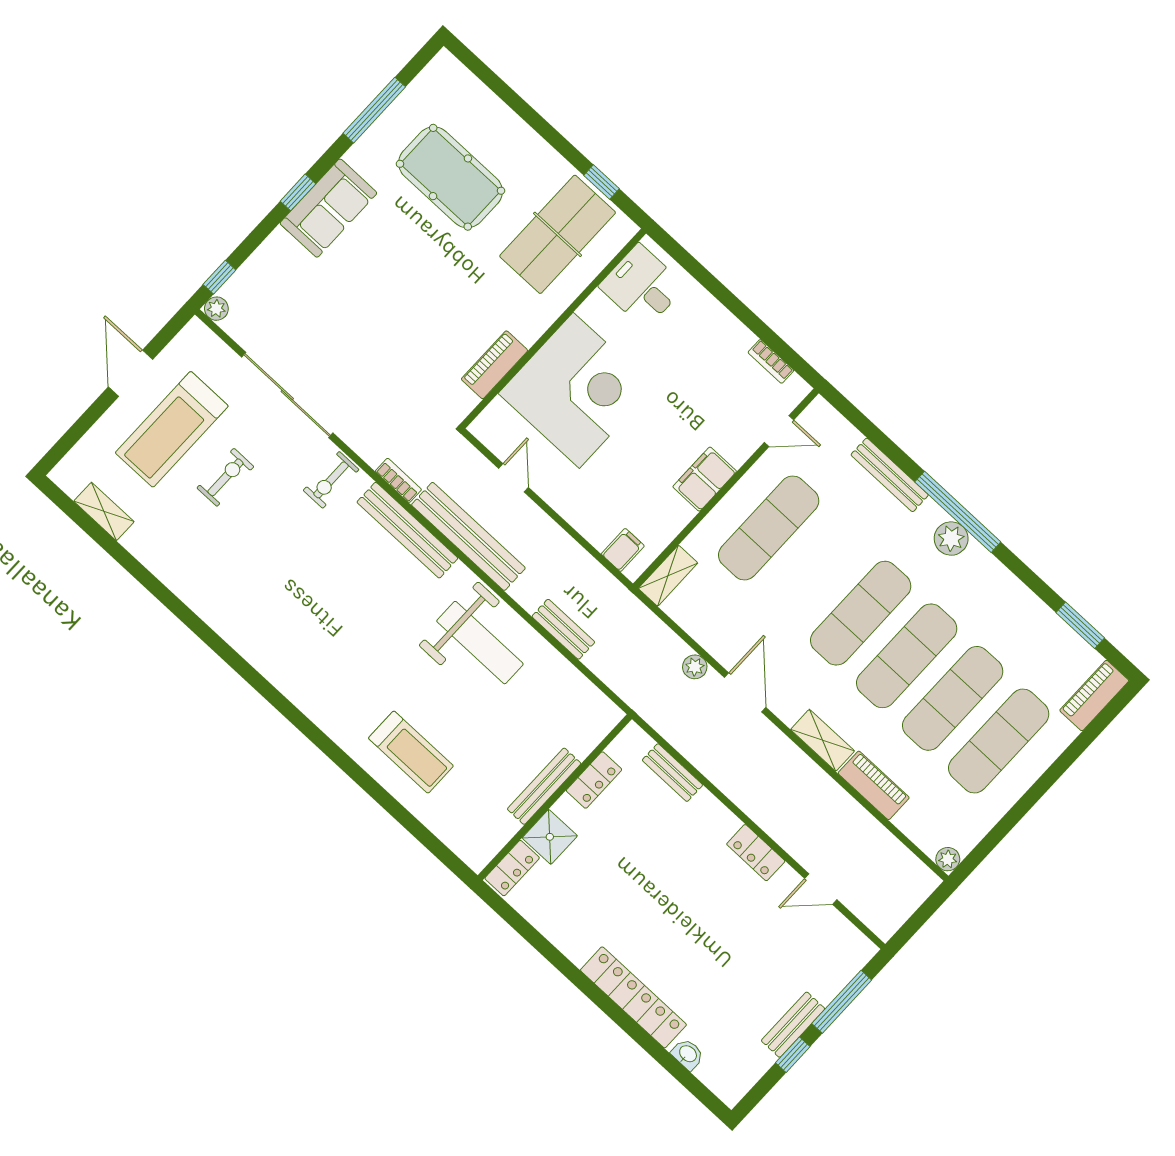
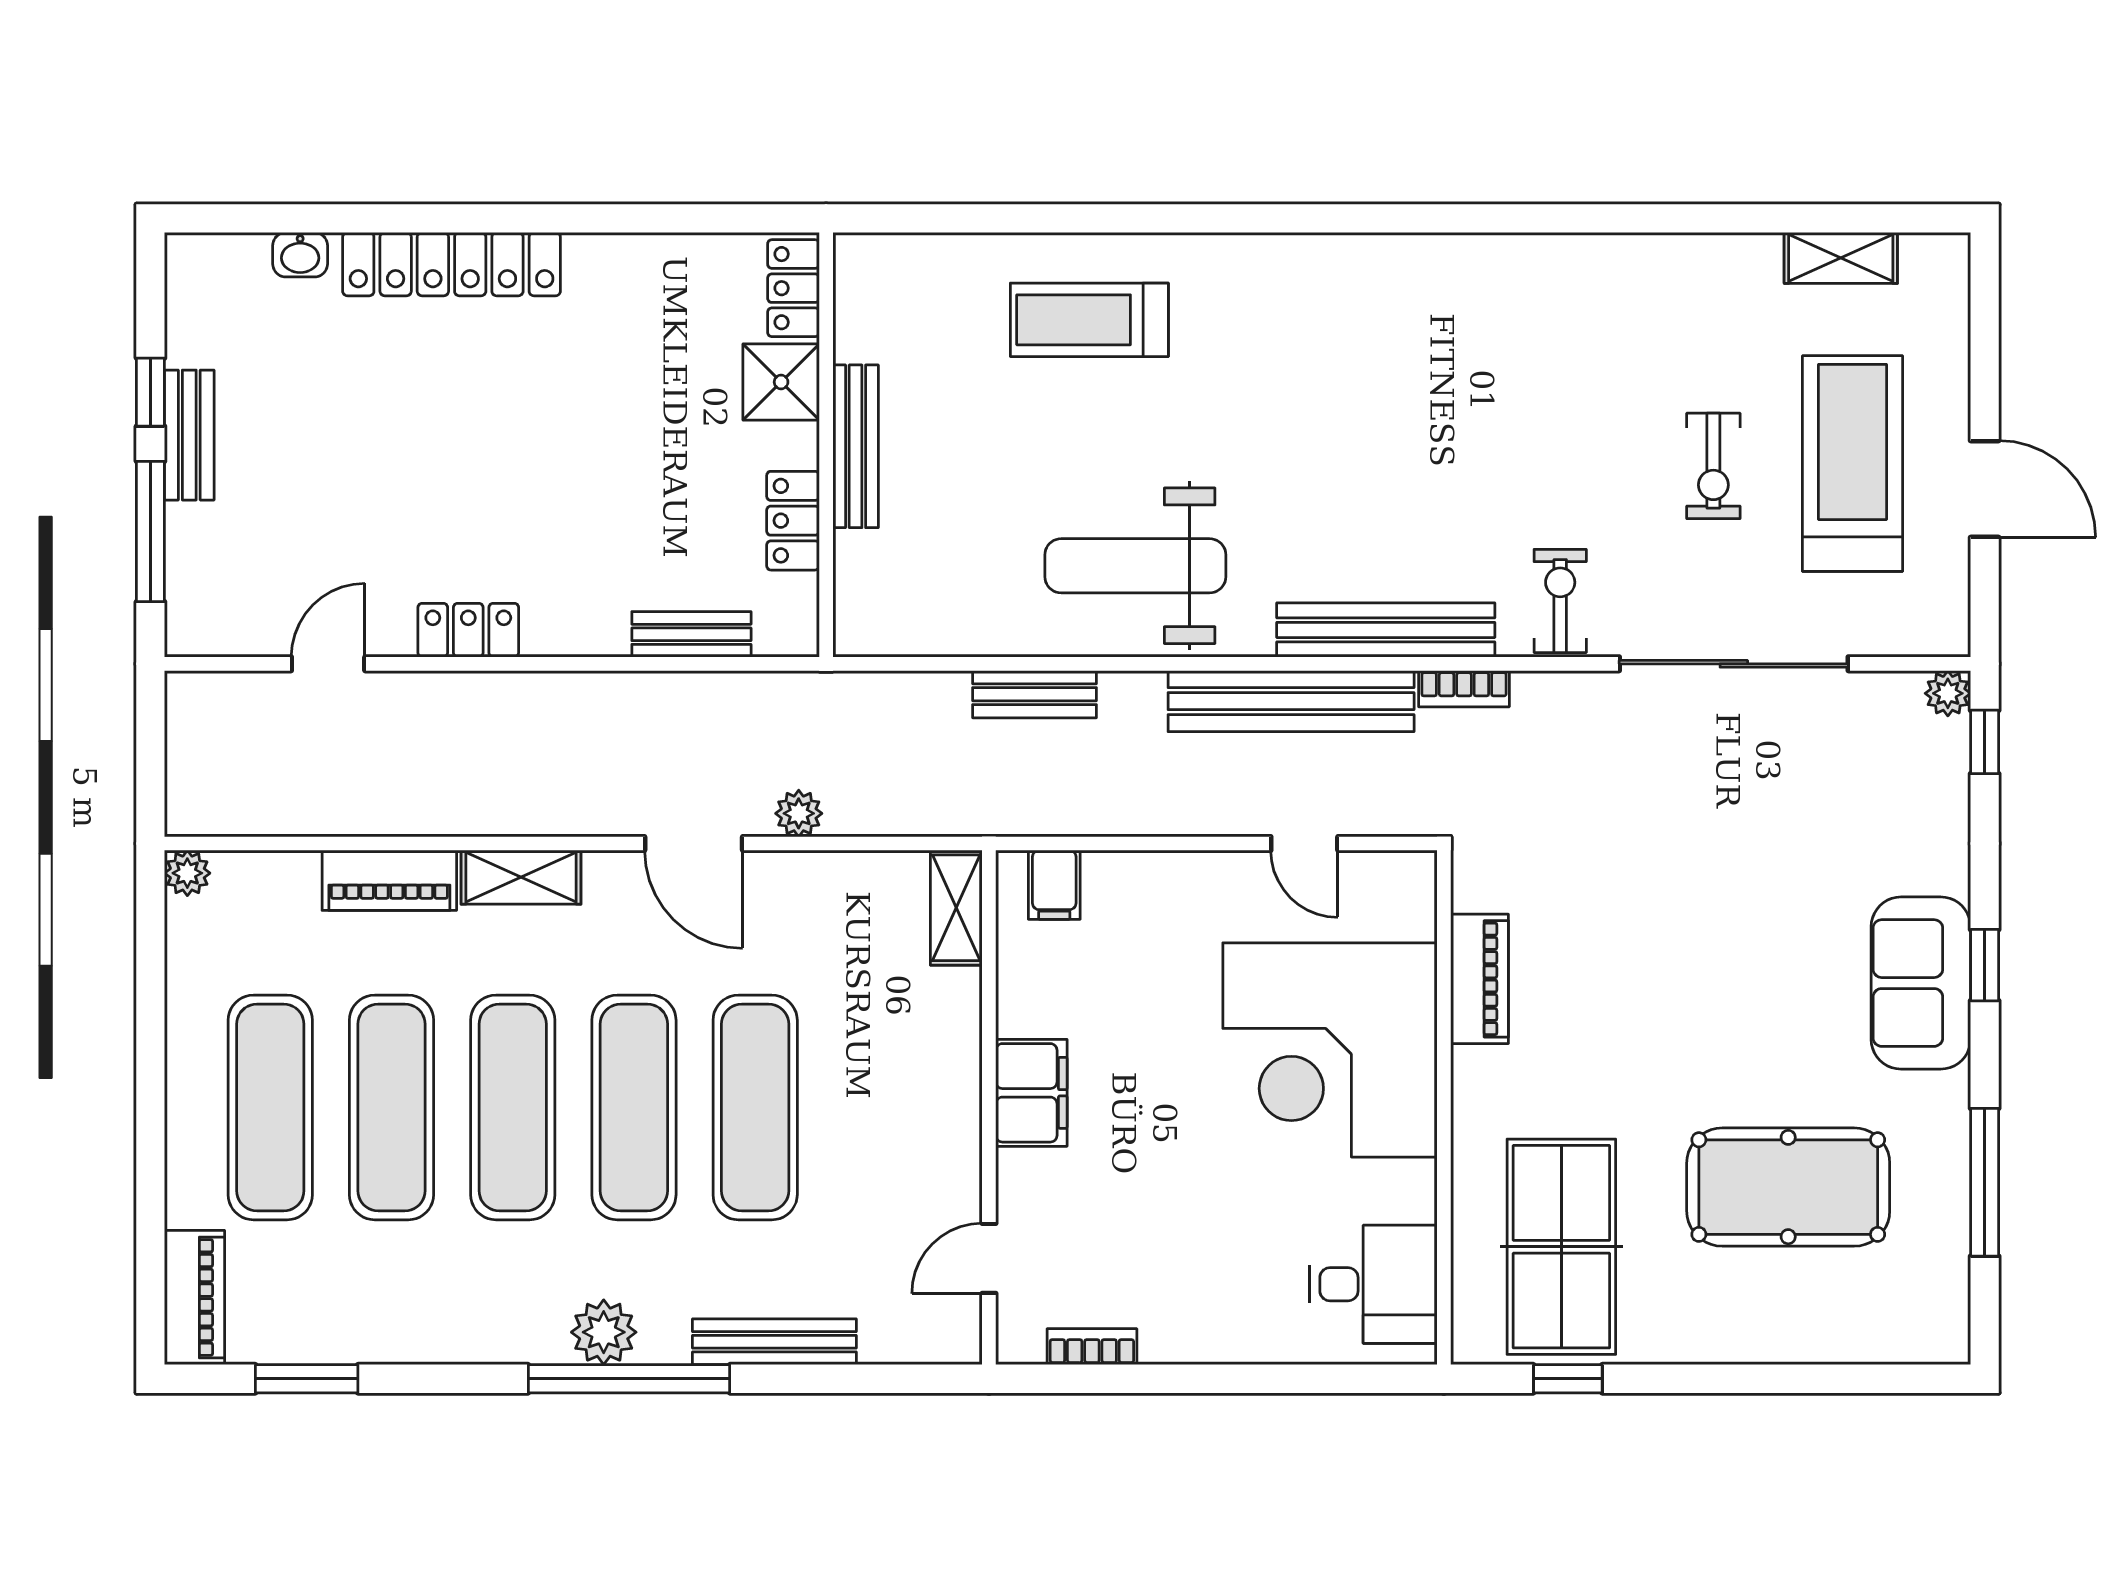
exercise mat: (769, 528) -> (755, 1107), moved

